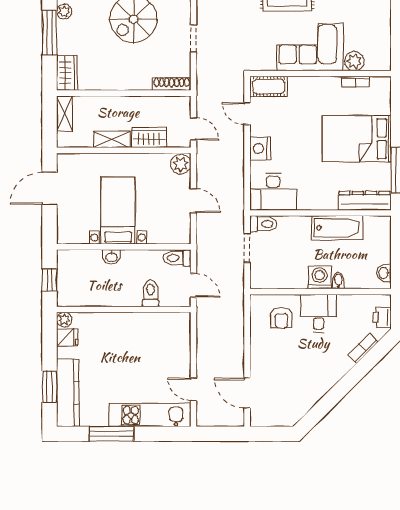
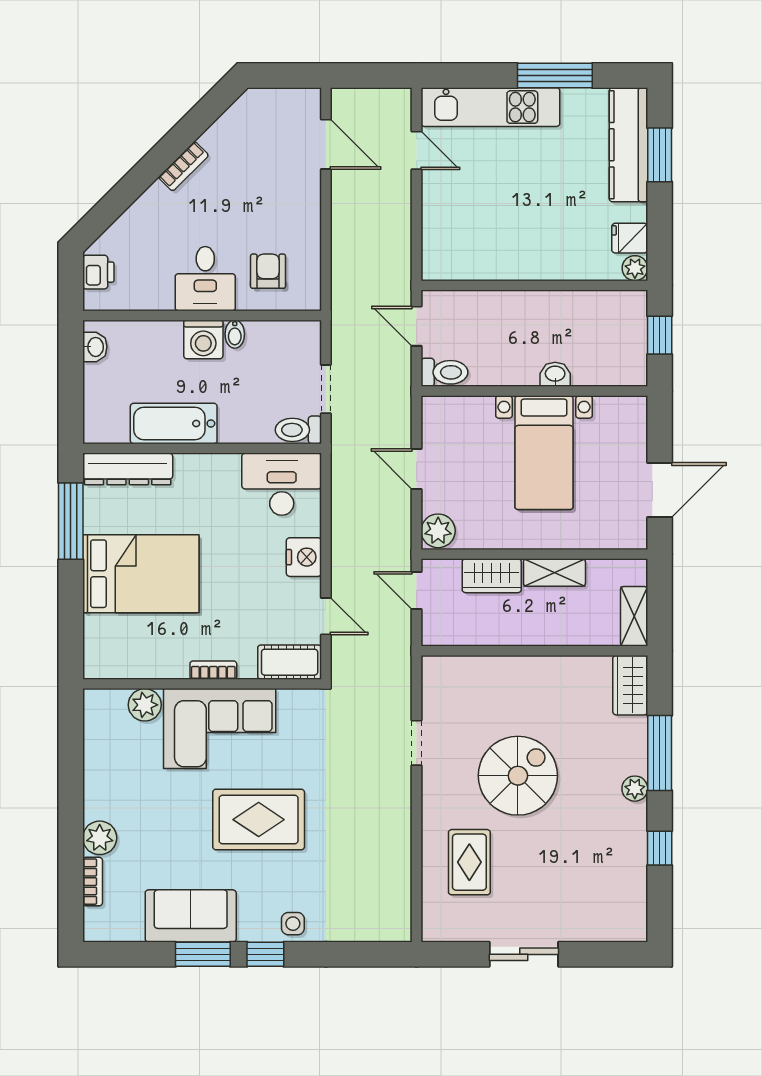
bookcase: (356, 82) -> (213, 670), moved
shoe rack: (172, 84) -> (453, 666), removed
bidet: (338, 281) -> (235, 334), moved
toilet: (150, 293) -> (489, 313), removed
bookcase: (363, 348) -> (184, 166), moved

